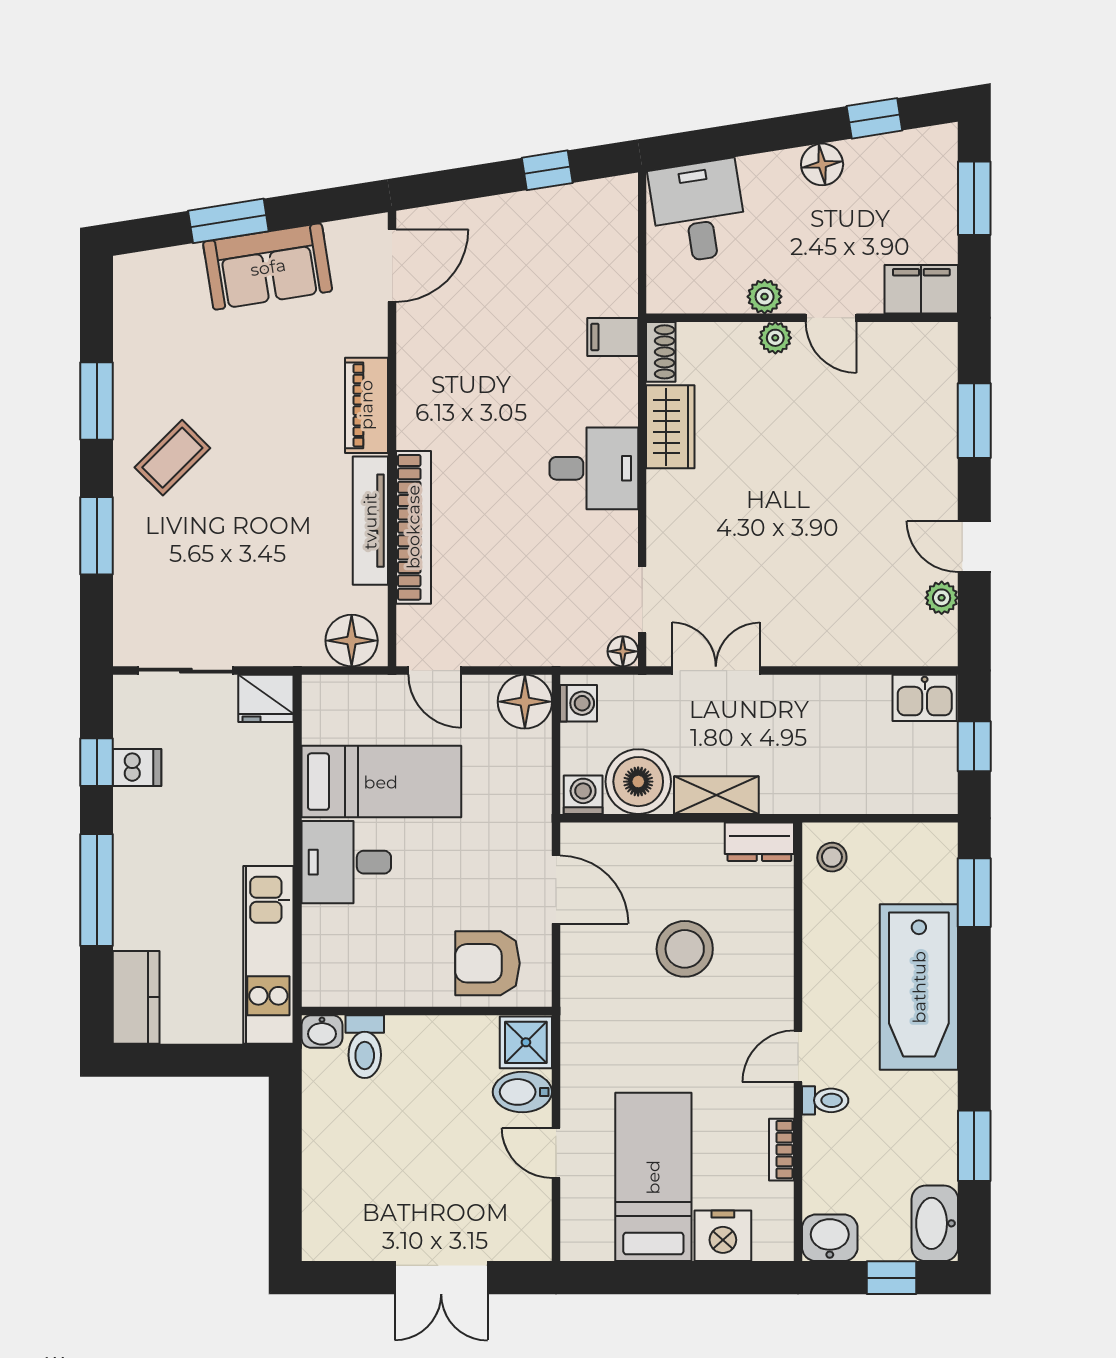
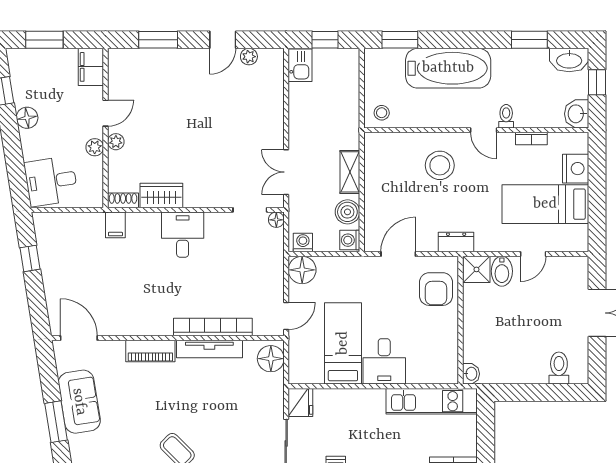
boiler: (638, 782) -> (347, 212), width x0.73, depth x0.73
dresser: (759, 842) -> (456, 242), moved, turned -90
stool: (685, 949) -> (440, 165), moved
toilet: (365, 1047) -> (559, 368), moved, turned -90

